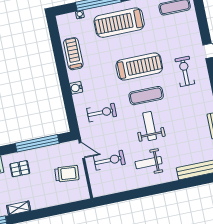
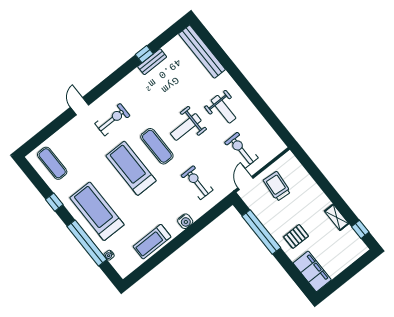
treadmill: (119, 23) -> (97, 211), turned 180
exercise bike: (185, 71) -> (112, 120), turned 180
pallet: (20, 169) -> (296, 236), turned 90

